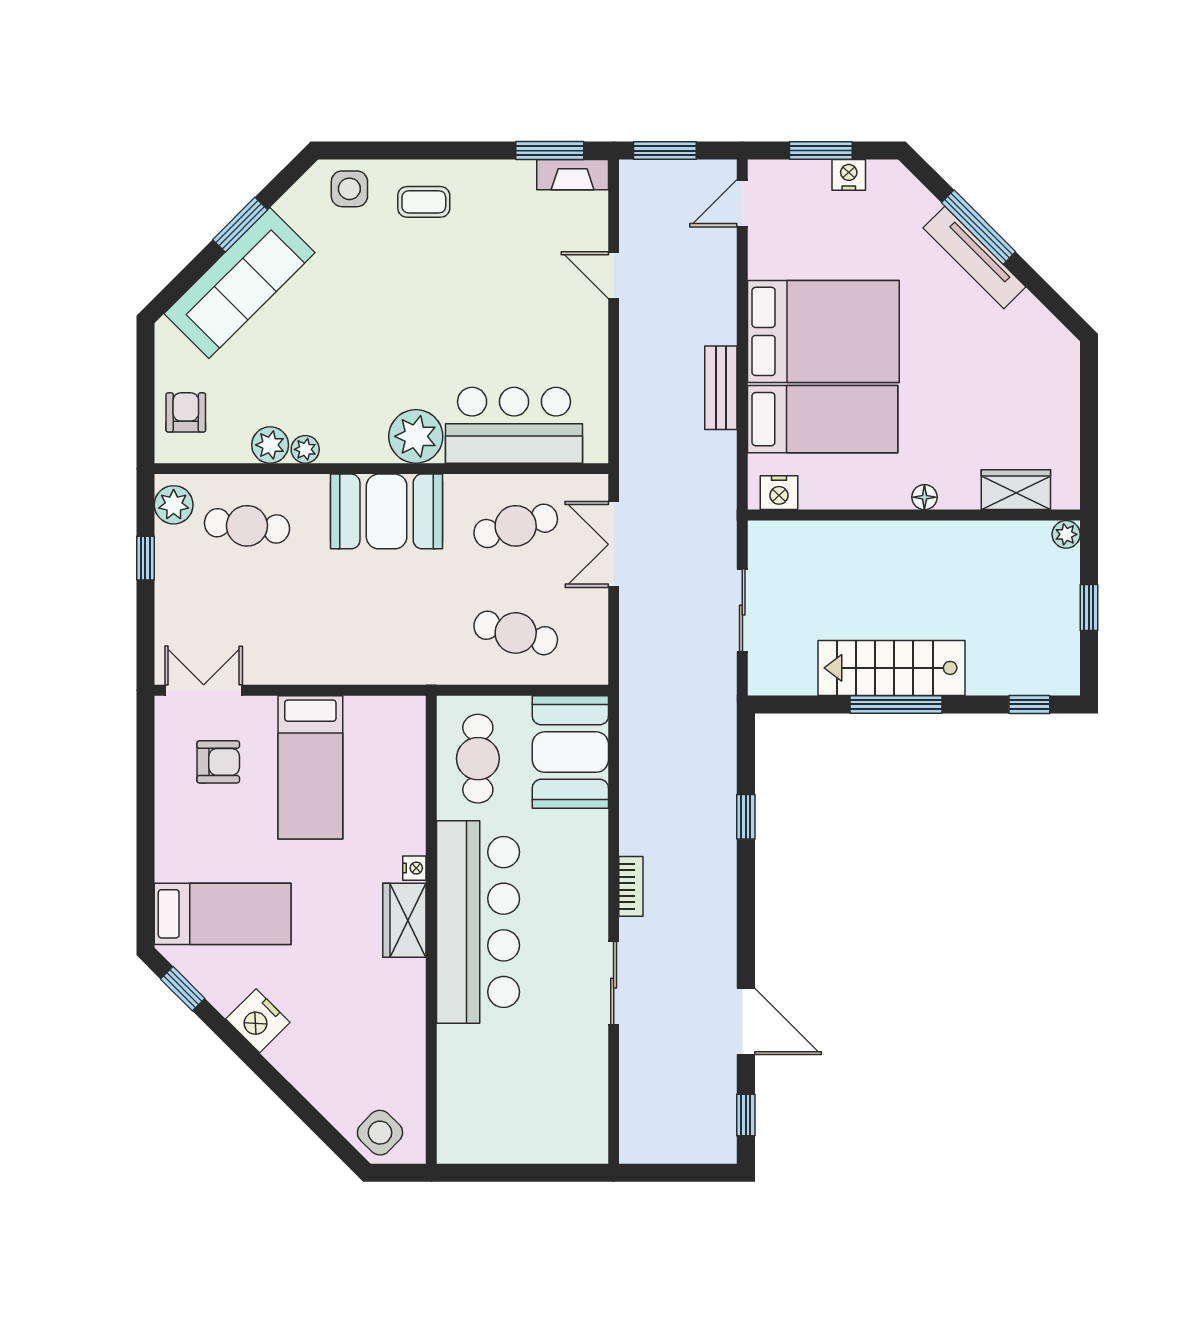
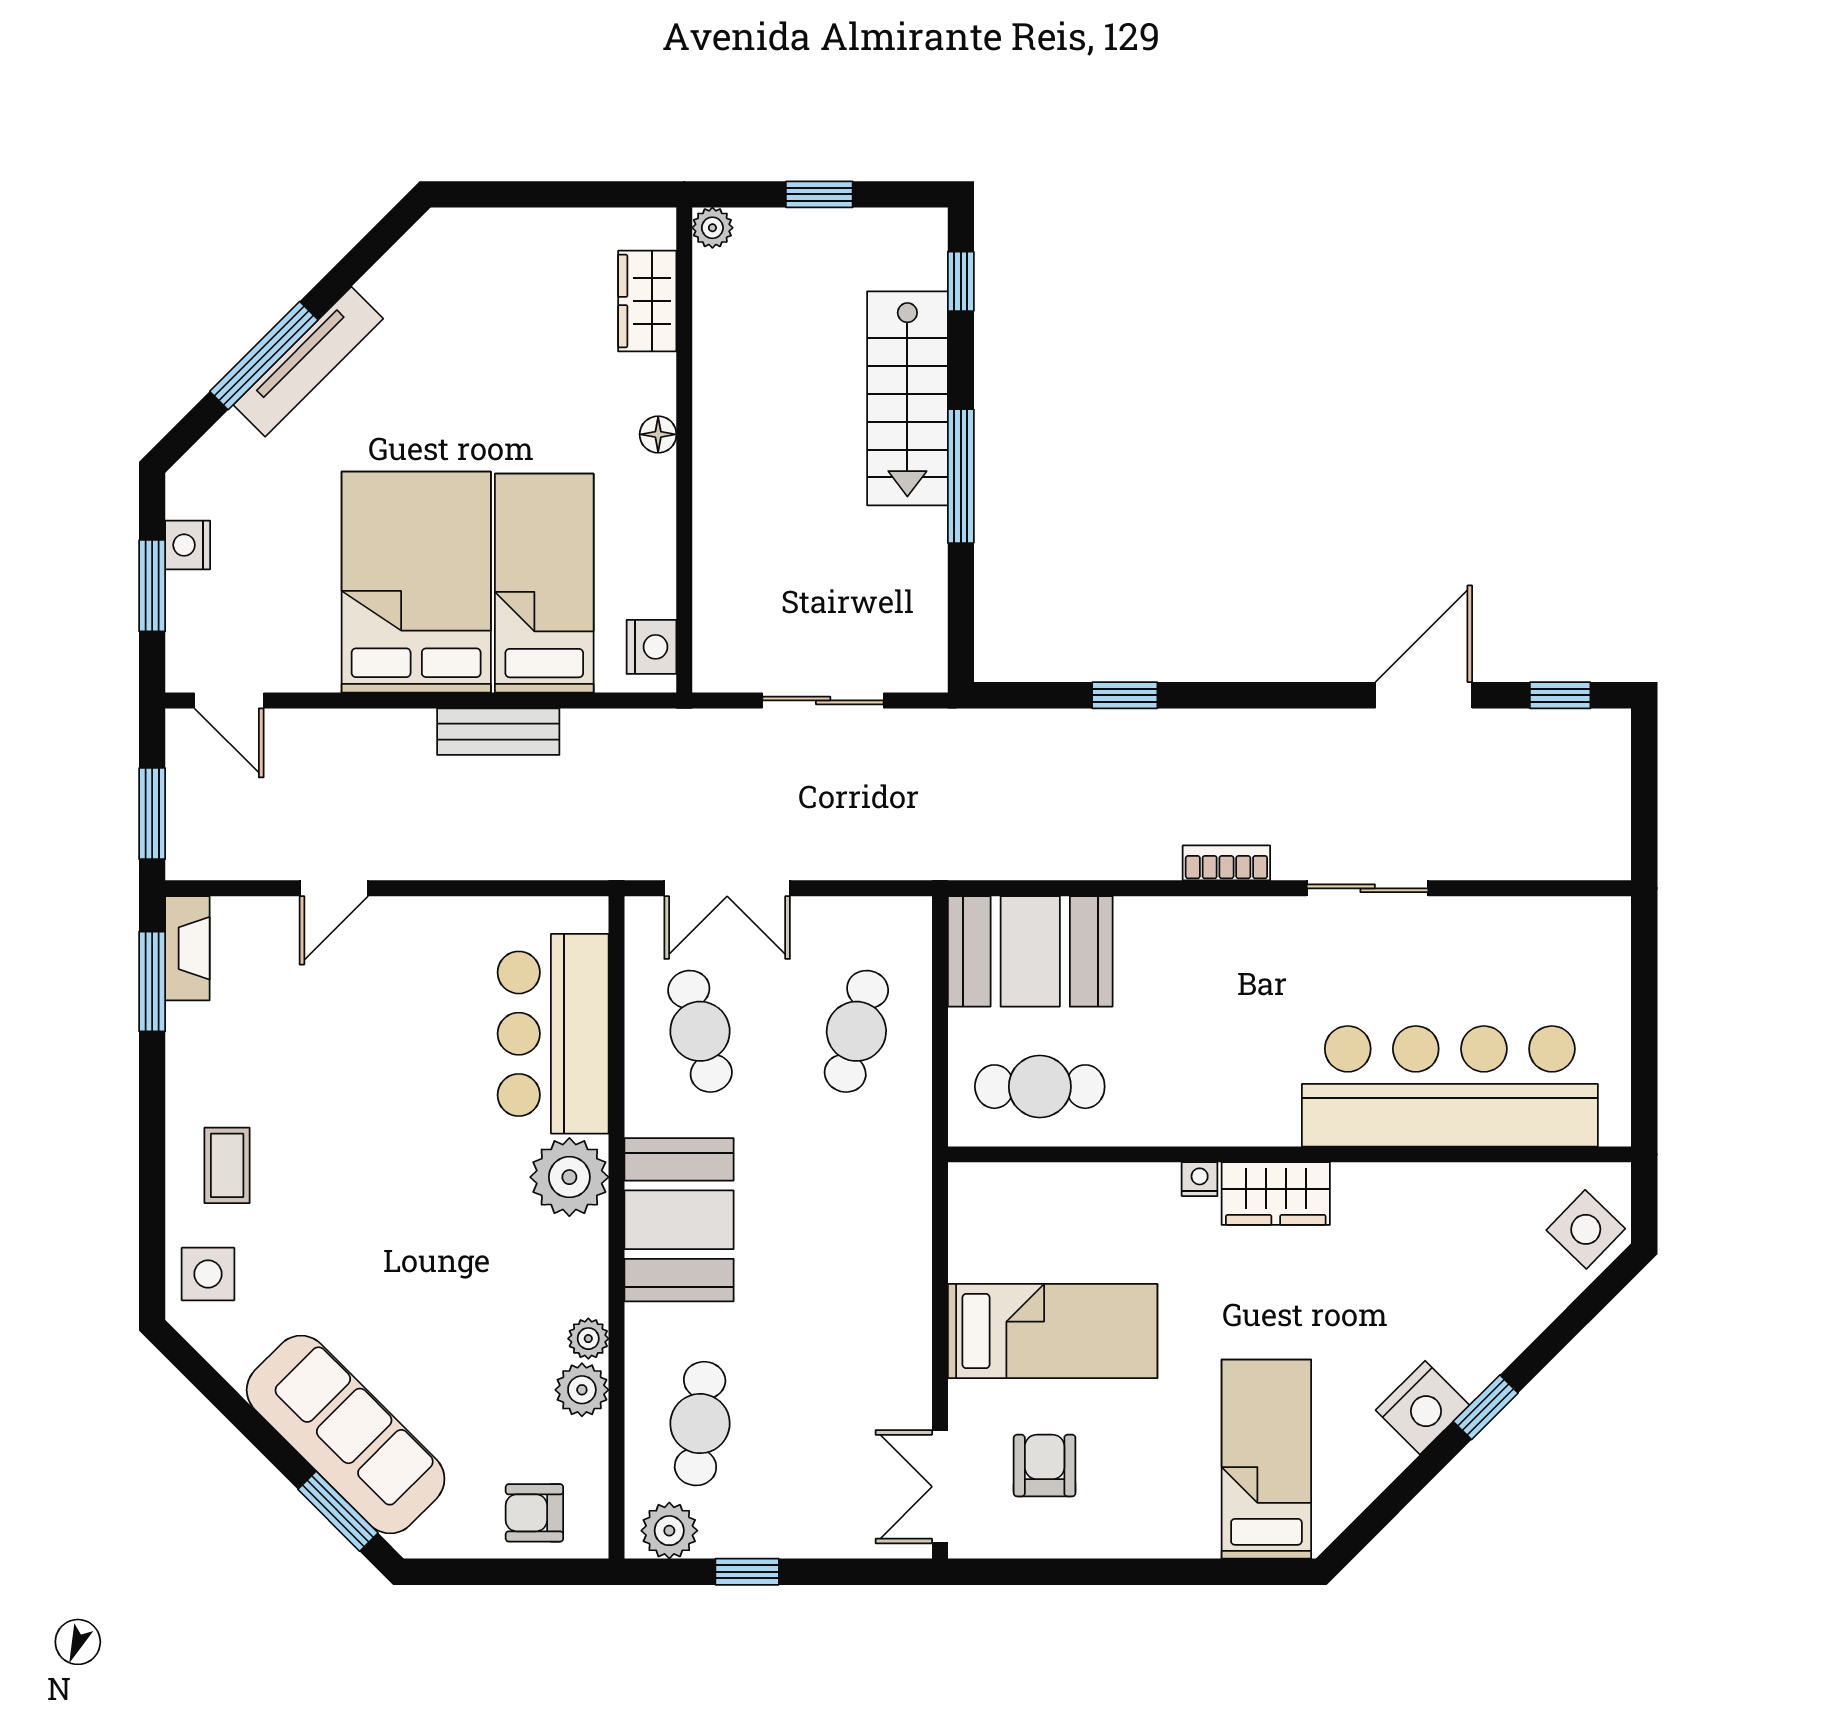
window: (240, 225) -> (338, 1511), moved
stairs: (891, 668) -> (907, 398), moved
bar counter: (478, 922) -> (1450, 1086), moved
window: (183, 989) -> (1486, 1407), moved

